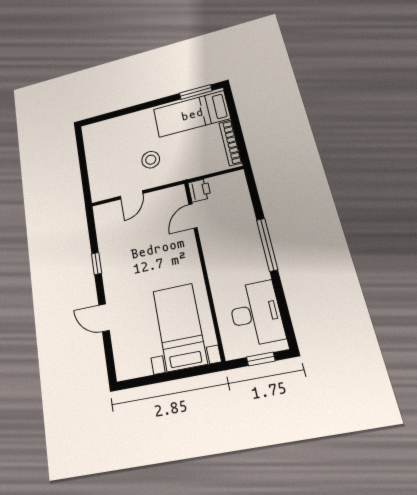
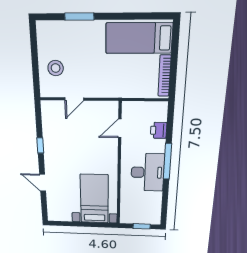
window: (196, 92) -> (79, 17), moved
stool: (151, 160) -> (56, 68), moved
printer: (199, 190) -> (159, 130), moved, turned 180
desk: (256, 313) -> (148, 172), moved

